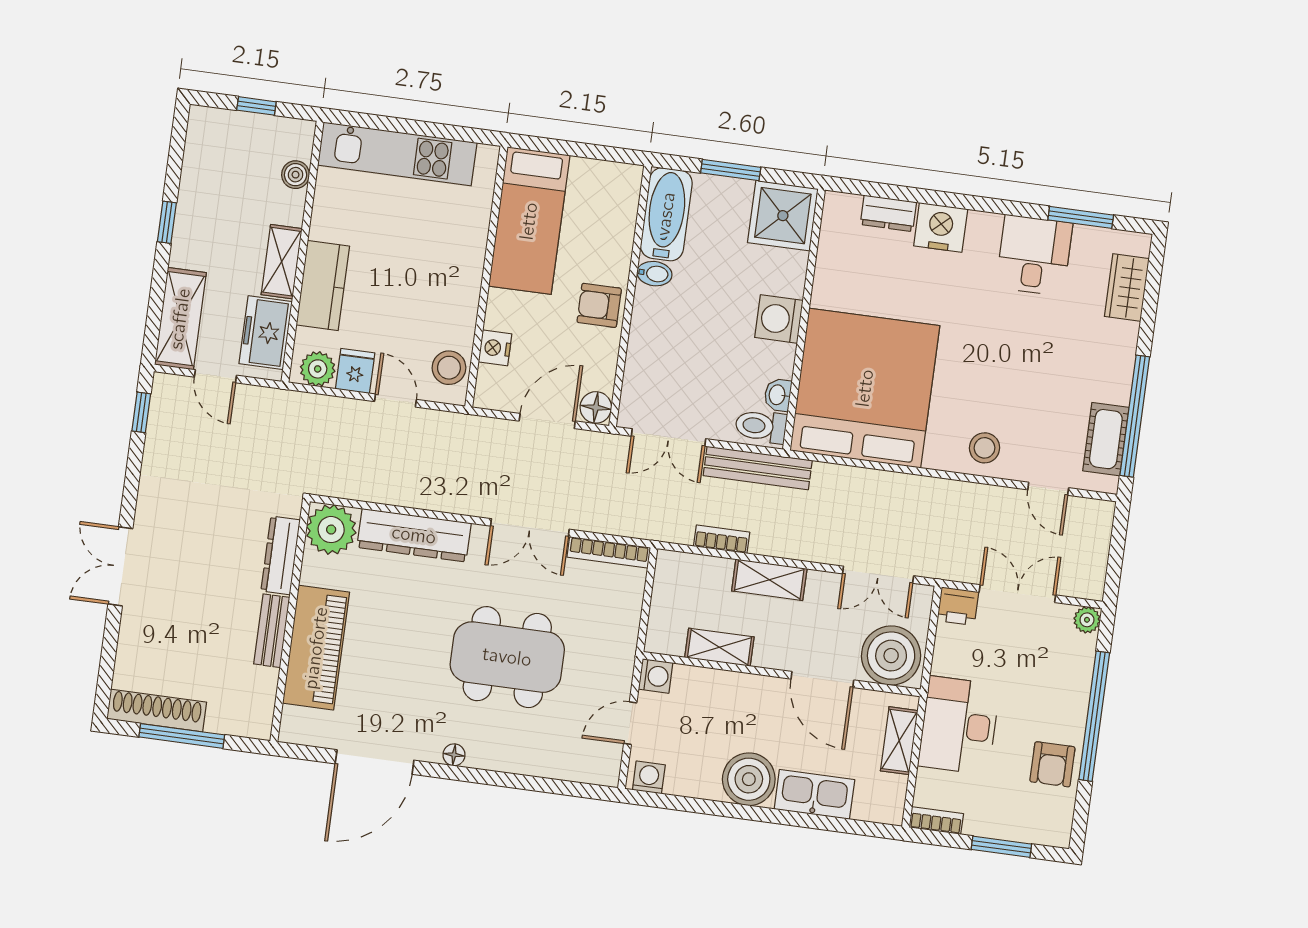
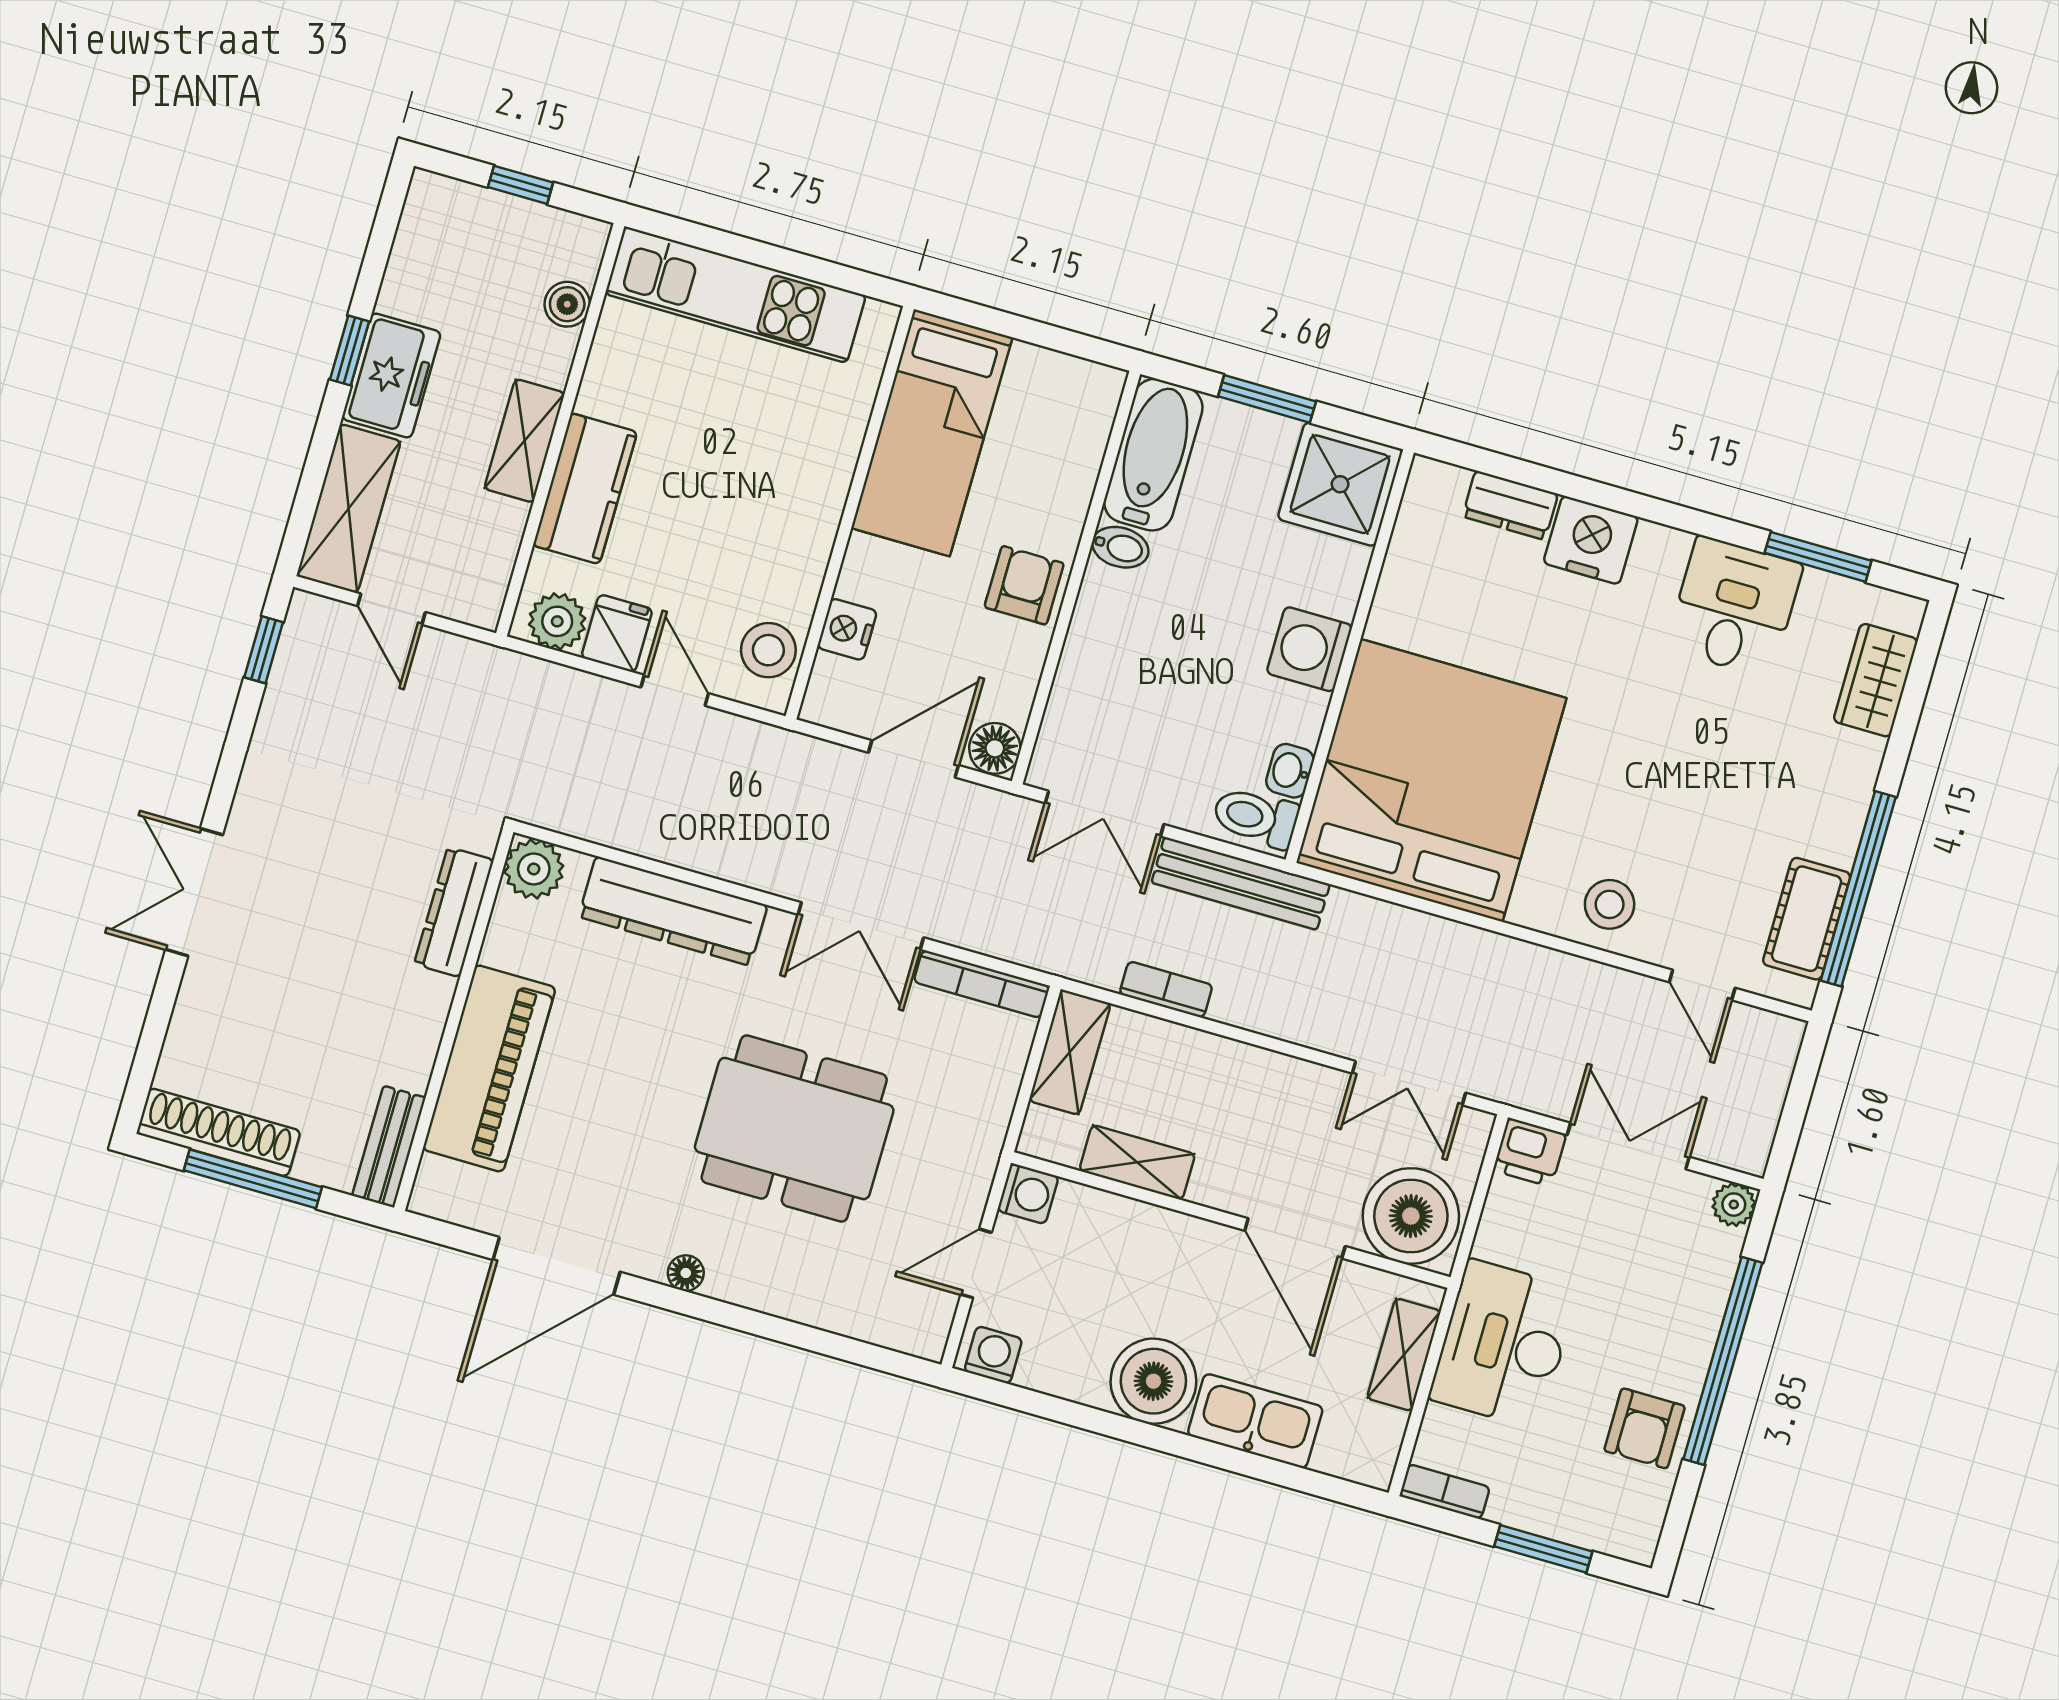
armchair: (599, 305) -> (1024, 585), turned 90
freezer: (266, 333) -> (391, 376), moved, turned 180
plant: (331, 530) -> (534, 869), width x0.73, depth x0.73
shelving: (769, 580) -> (1070, 1052), moved, turned 90
bench: (272, 631) -> (389, 1147), moved

